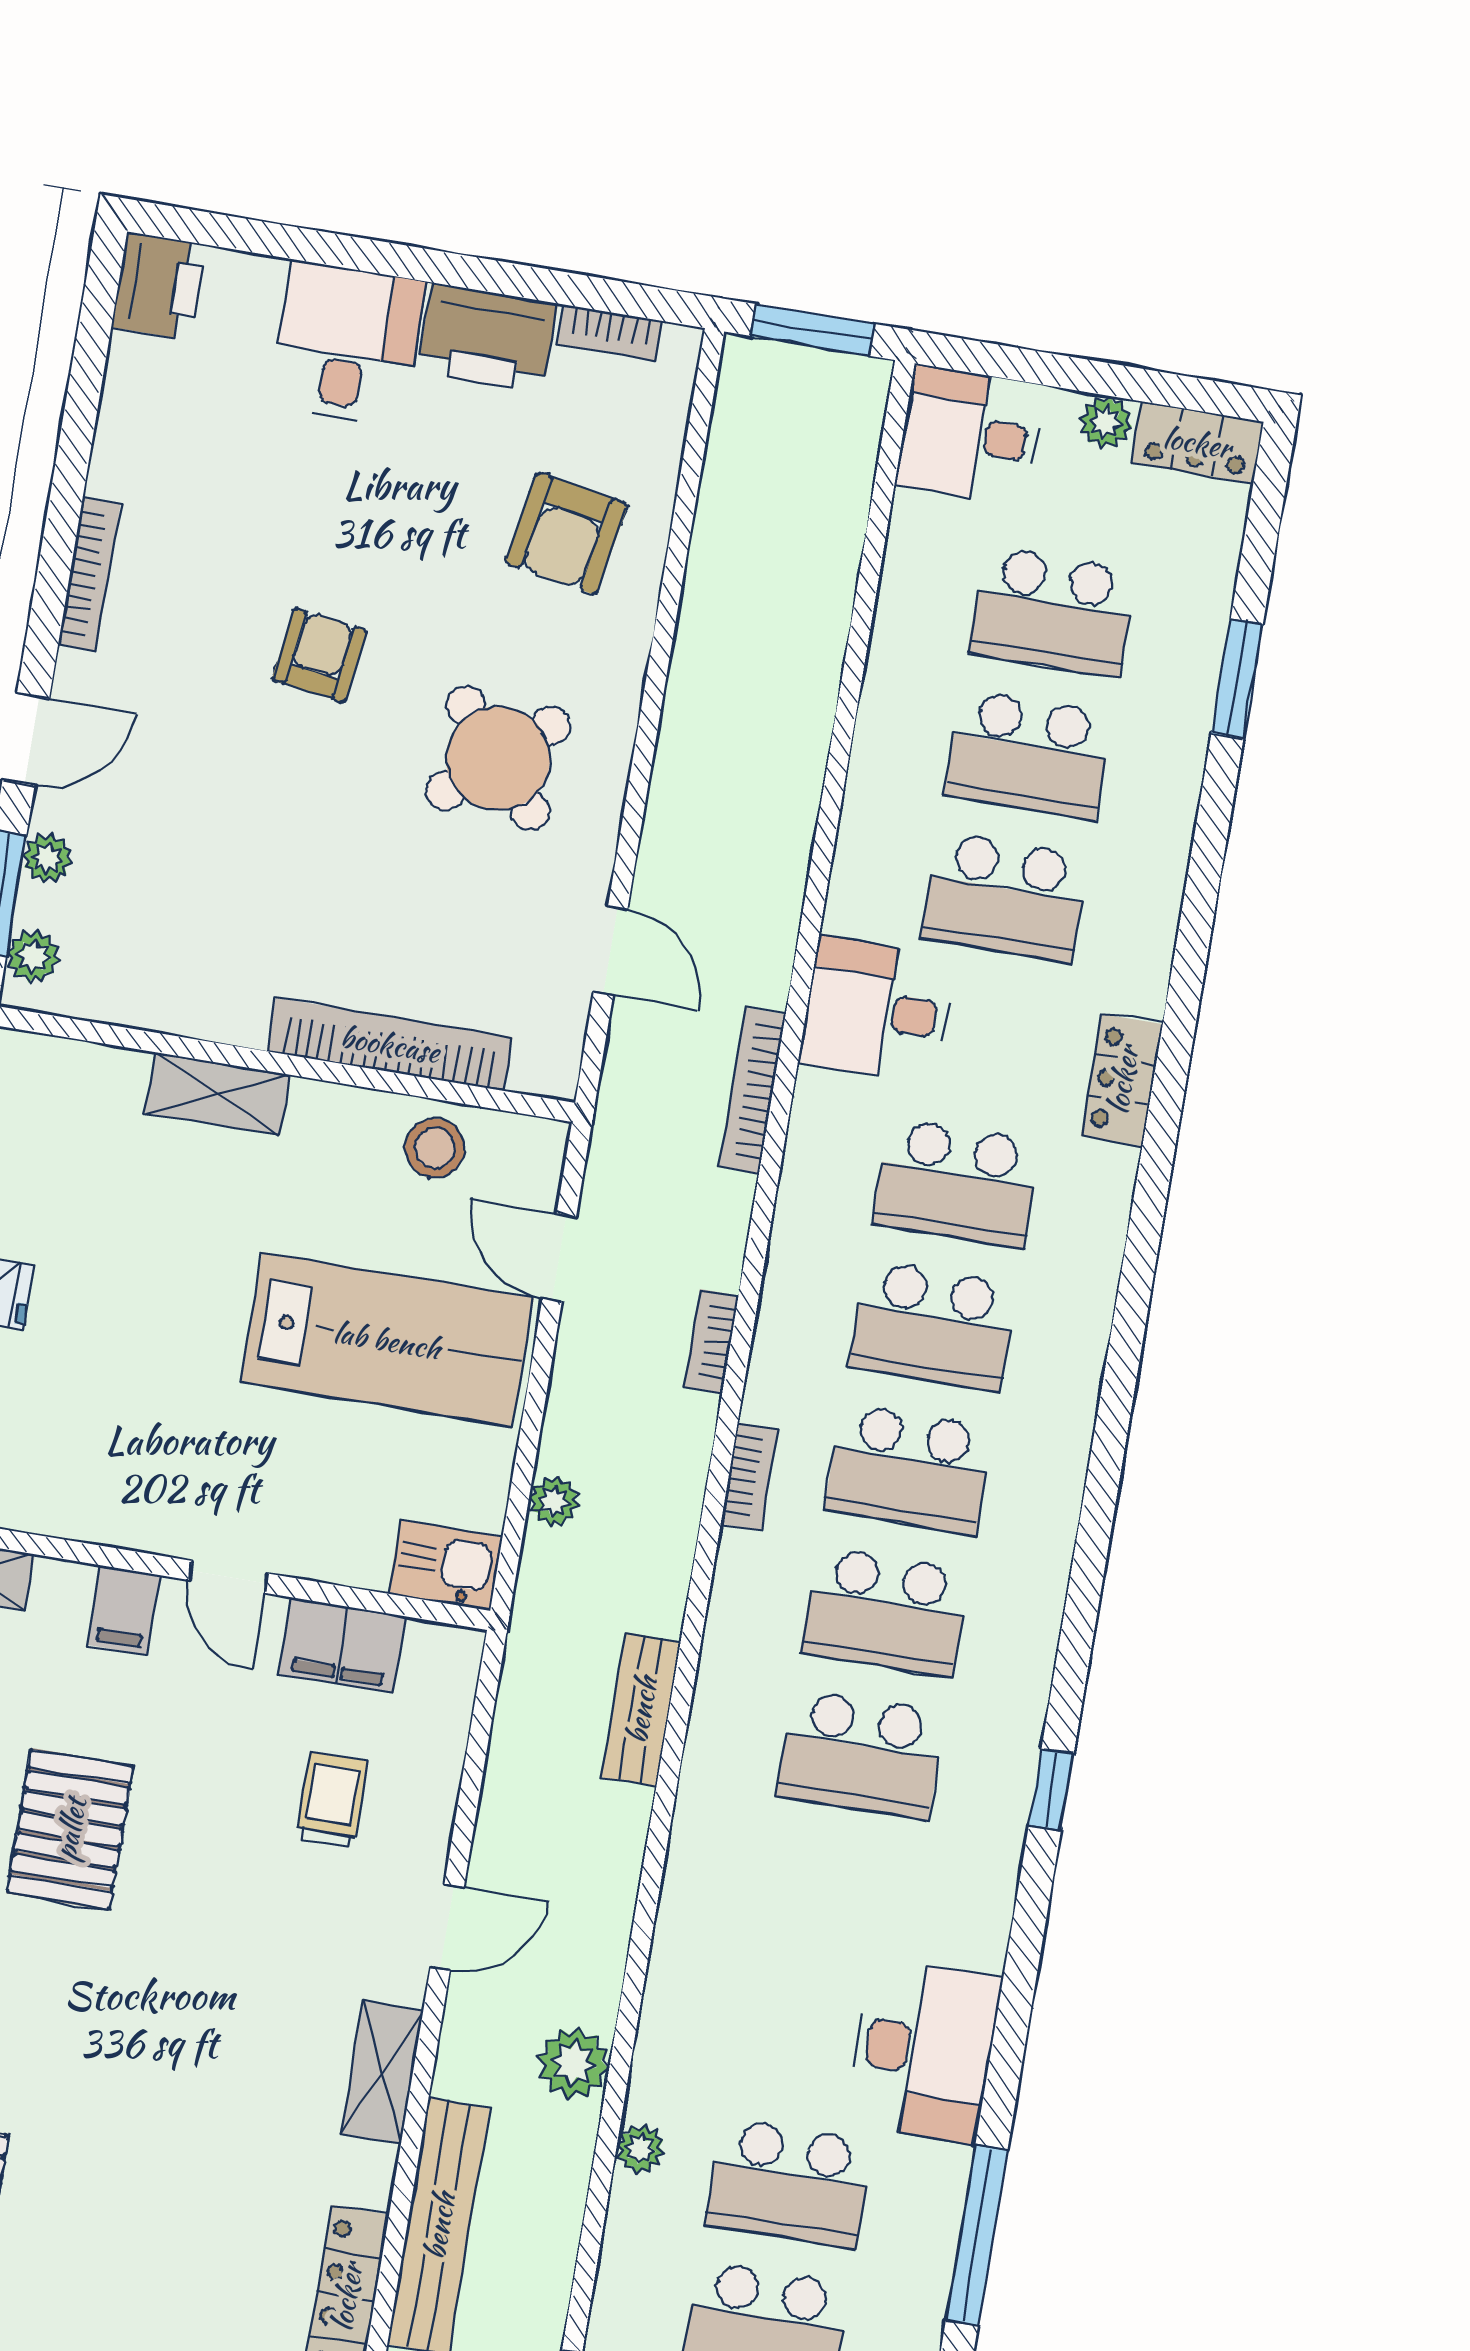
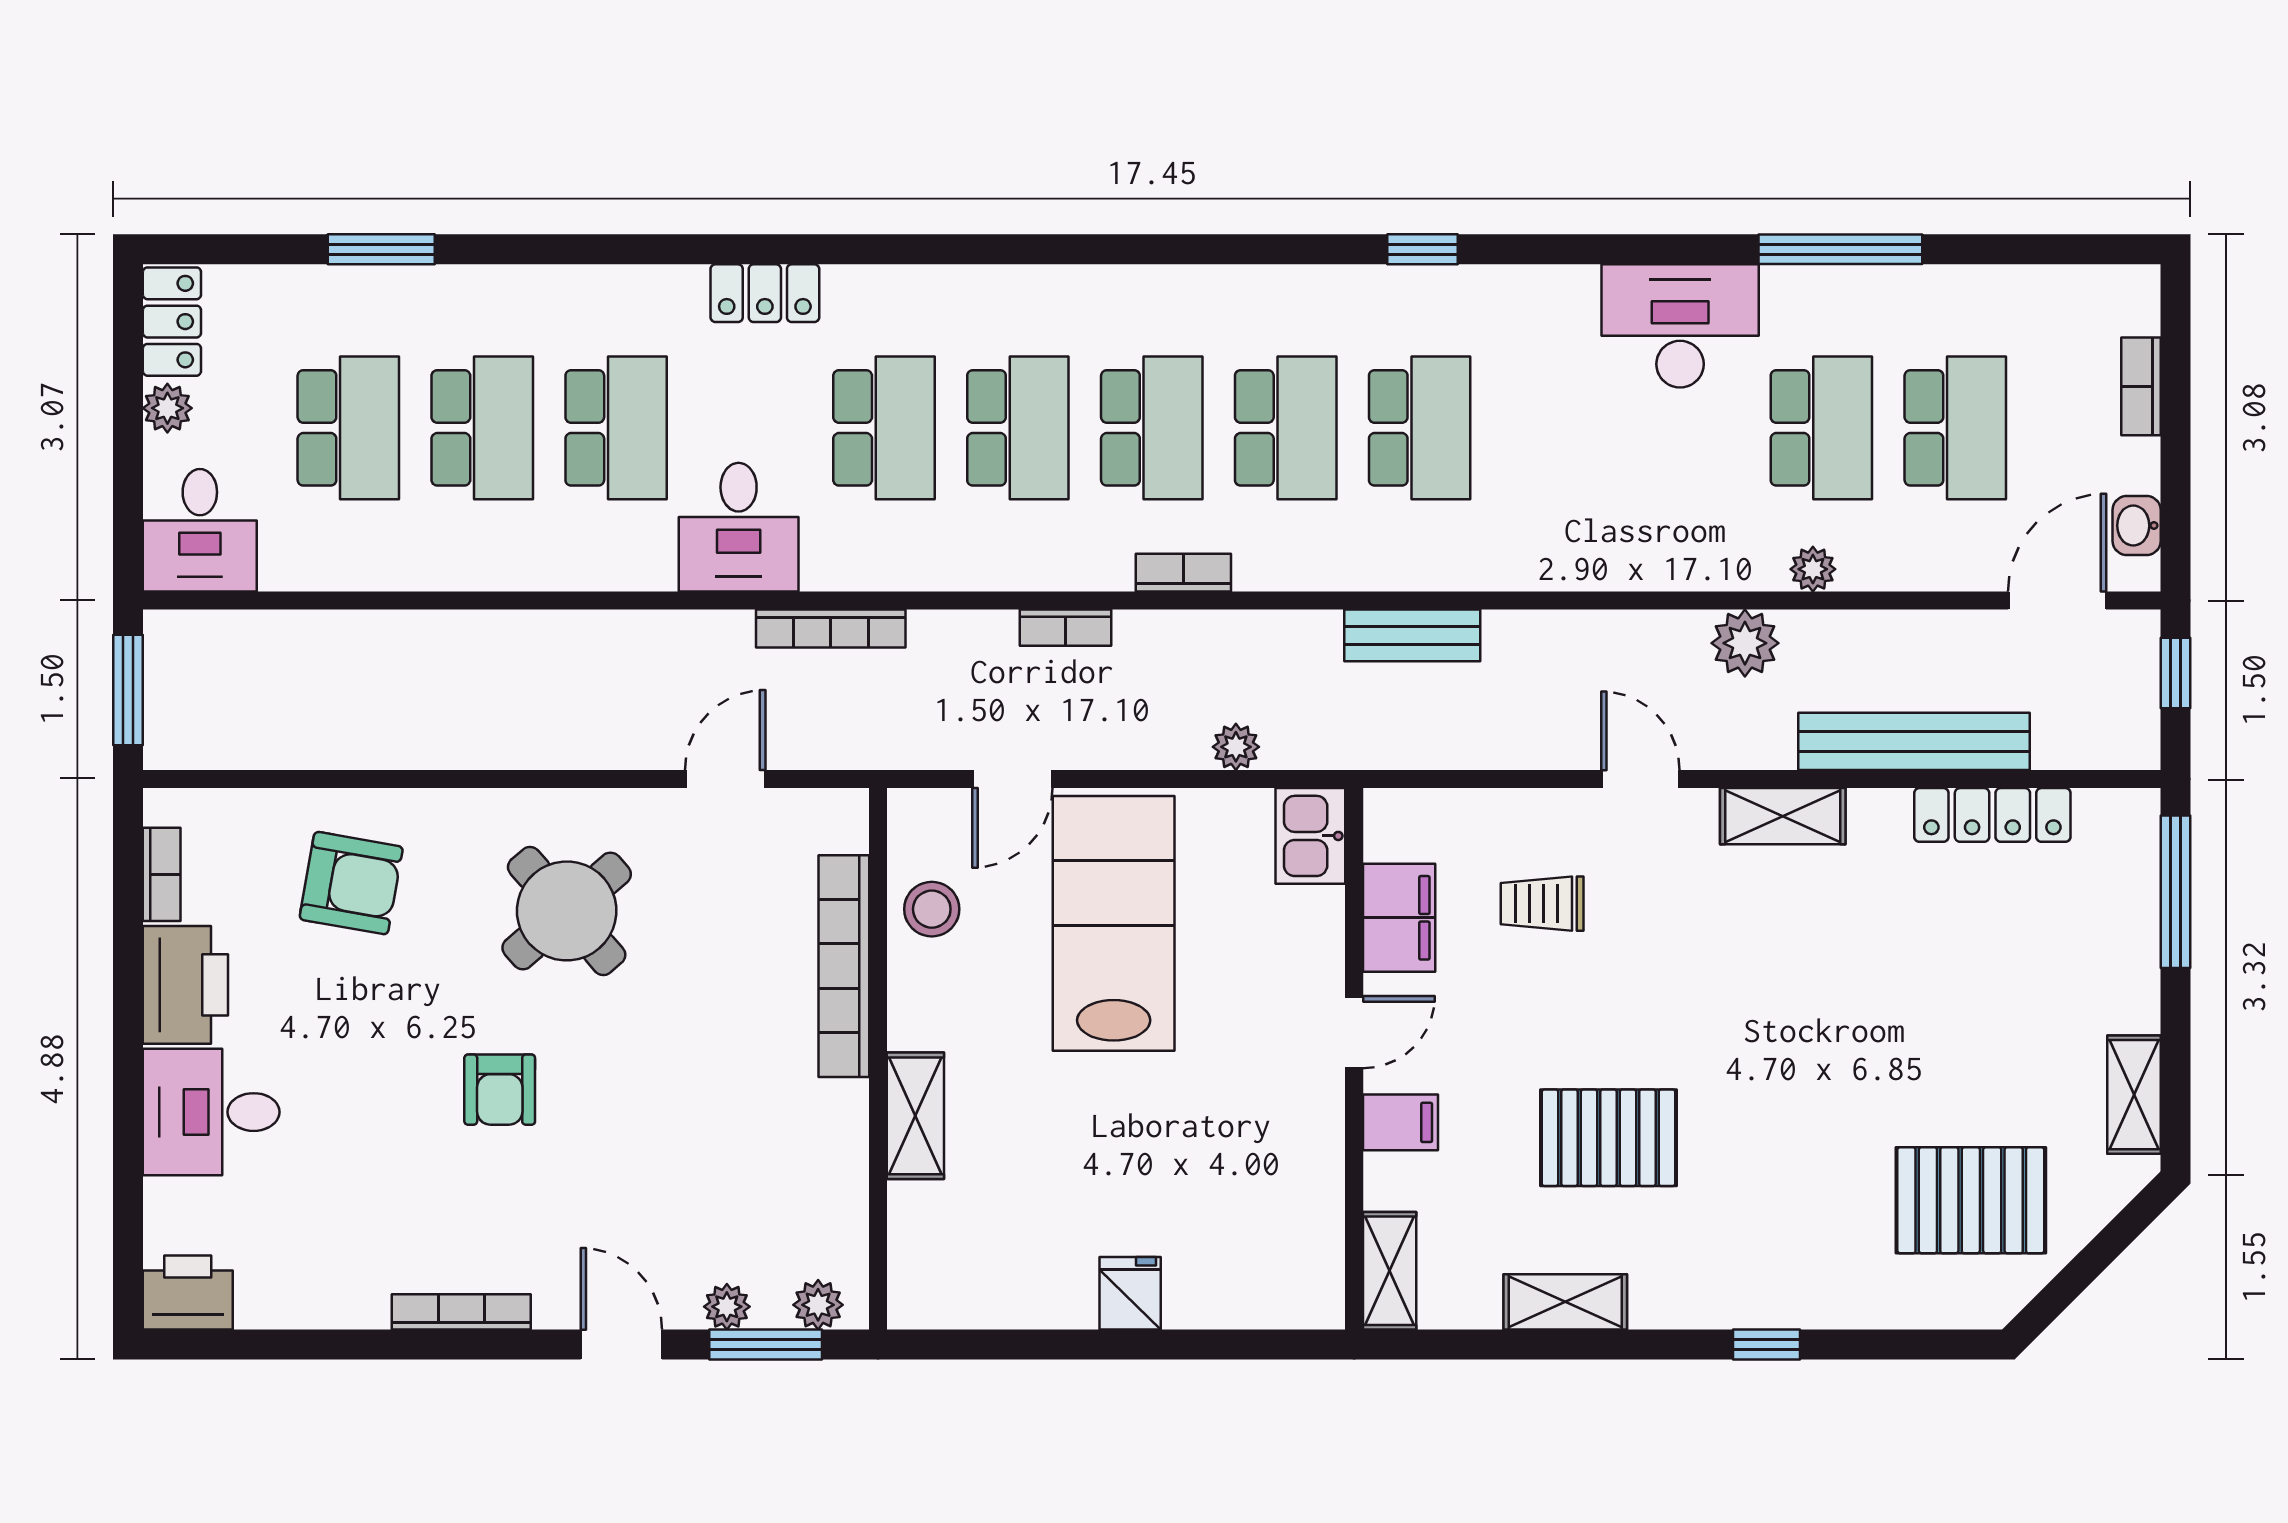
armchair: (319, 655) -> (500, 1090), turned -98

